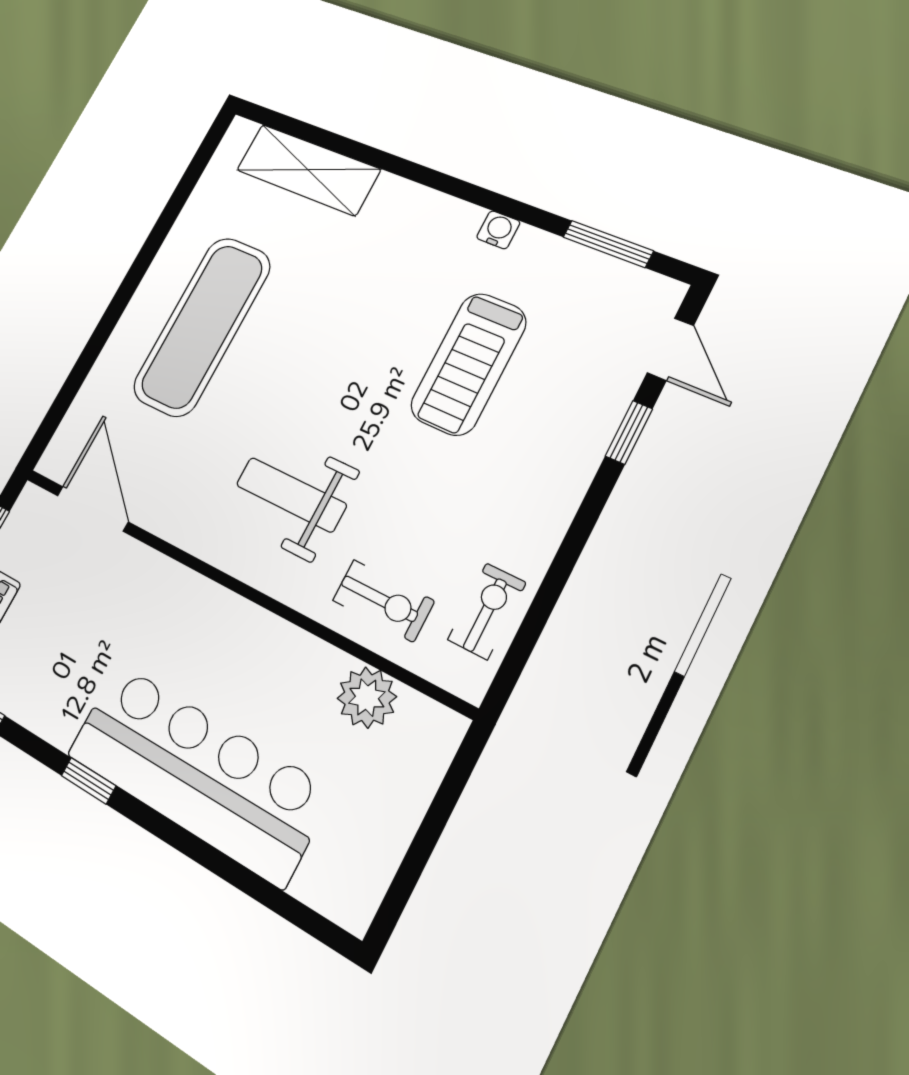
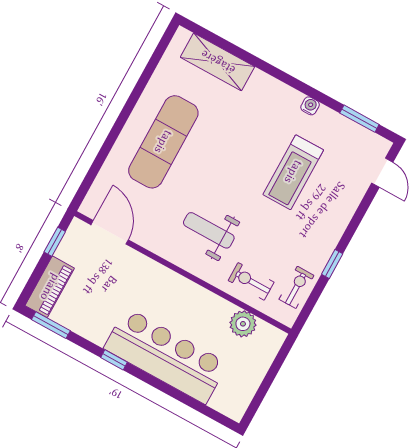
window: (629, 433) -> (332, 264), moved
exercise bike: (383, 601) -> (251, 281), turned 180

